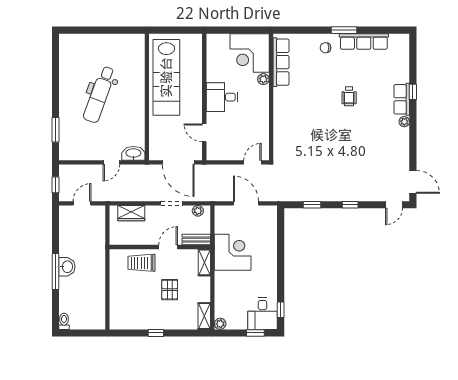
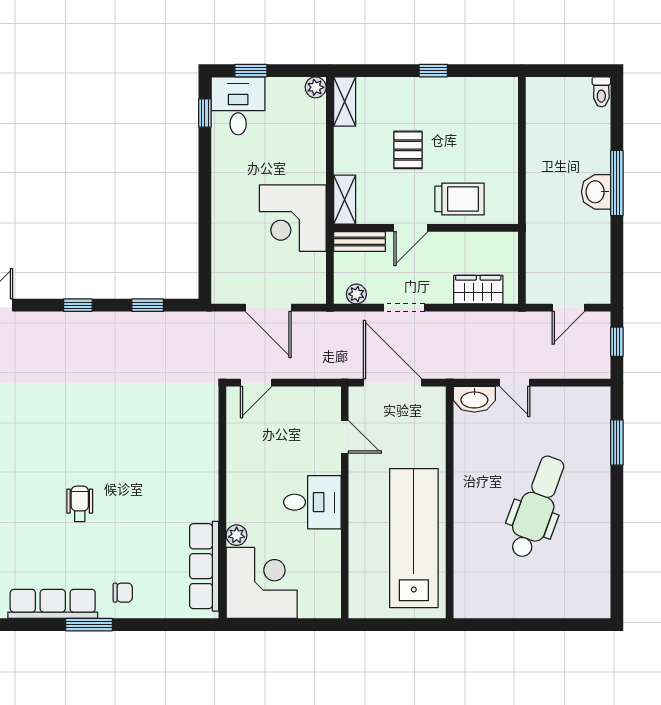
door: (111, 162) -> (515, 383), swing flipped

